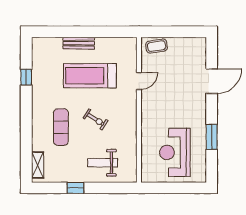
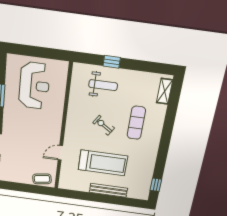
bench: (79, 43) -> (108, 190), width x1.36
window: (26, 77) -> (156, 185), moved
window: (75, 188) -> (112, 62), moved

